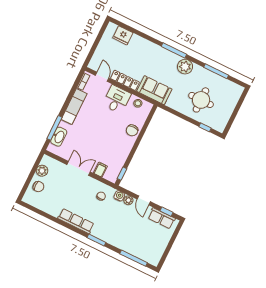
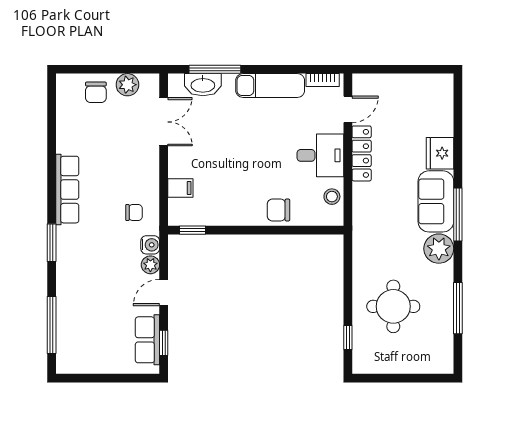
fridge: (123, 35) -> (440, 153), moved
sofa: (154, 90) -> (436, 201), moved, turned 180
double door: (78, 168) -> (164, 122), moved

